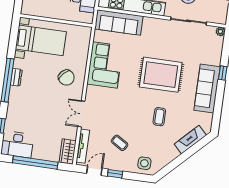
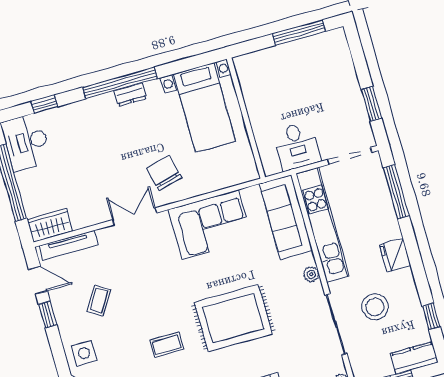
plant: (156, 22) -> (311, 274), added
rug: (161, 75) -> (233, 318), turned 90
chair: (66, 78) -> (164, 173), turned 122
double door: (81, 114) -> (135, 216), moved

